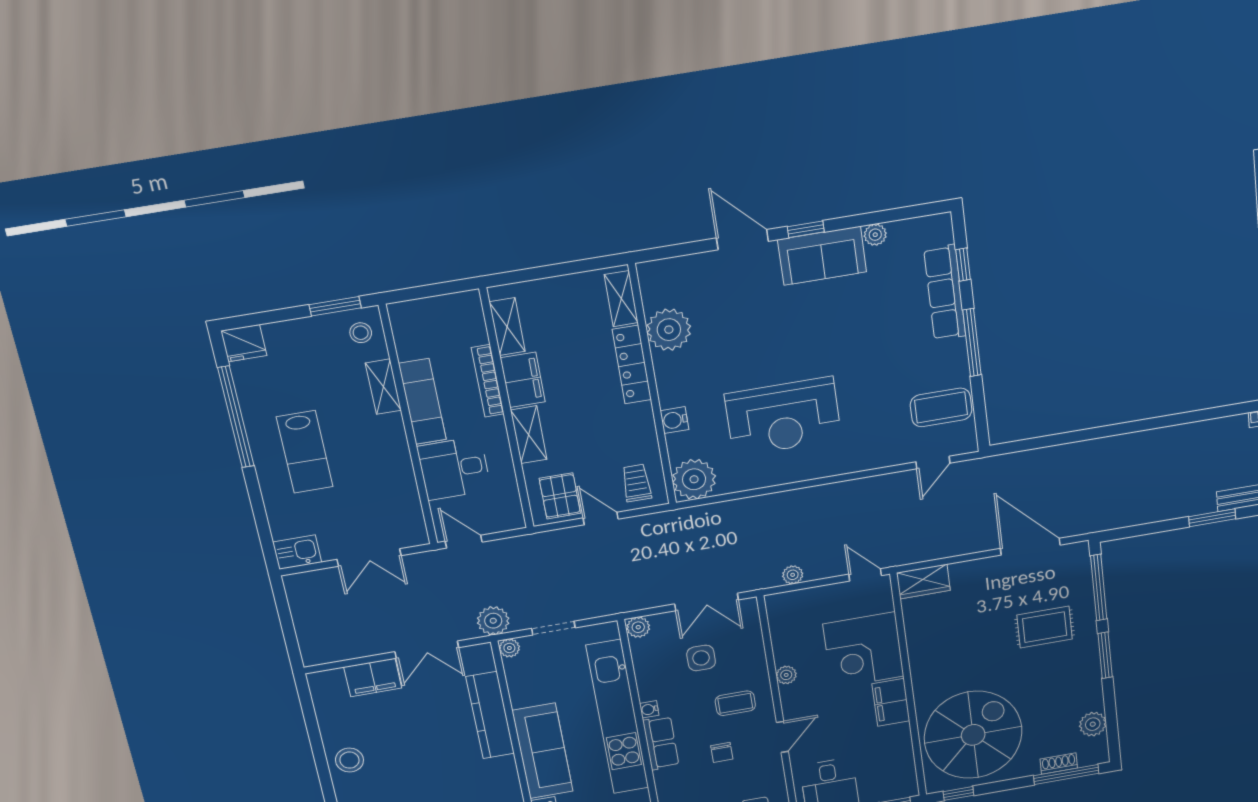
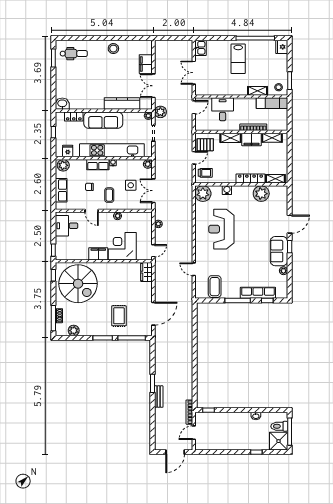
exam couch: (422, 402) -> (272, 103), moved
lab bench: (305, 452) -> (238, 59), turned -90
door: (933, 462) -> (194, 269), moved

